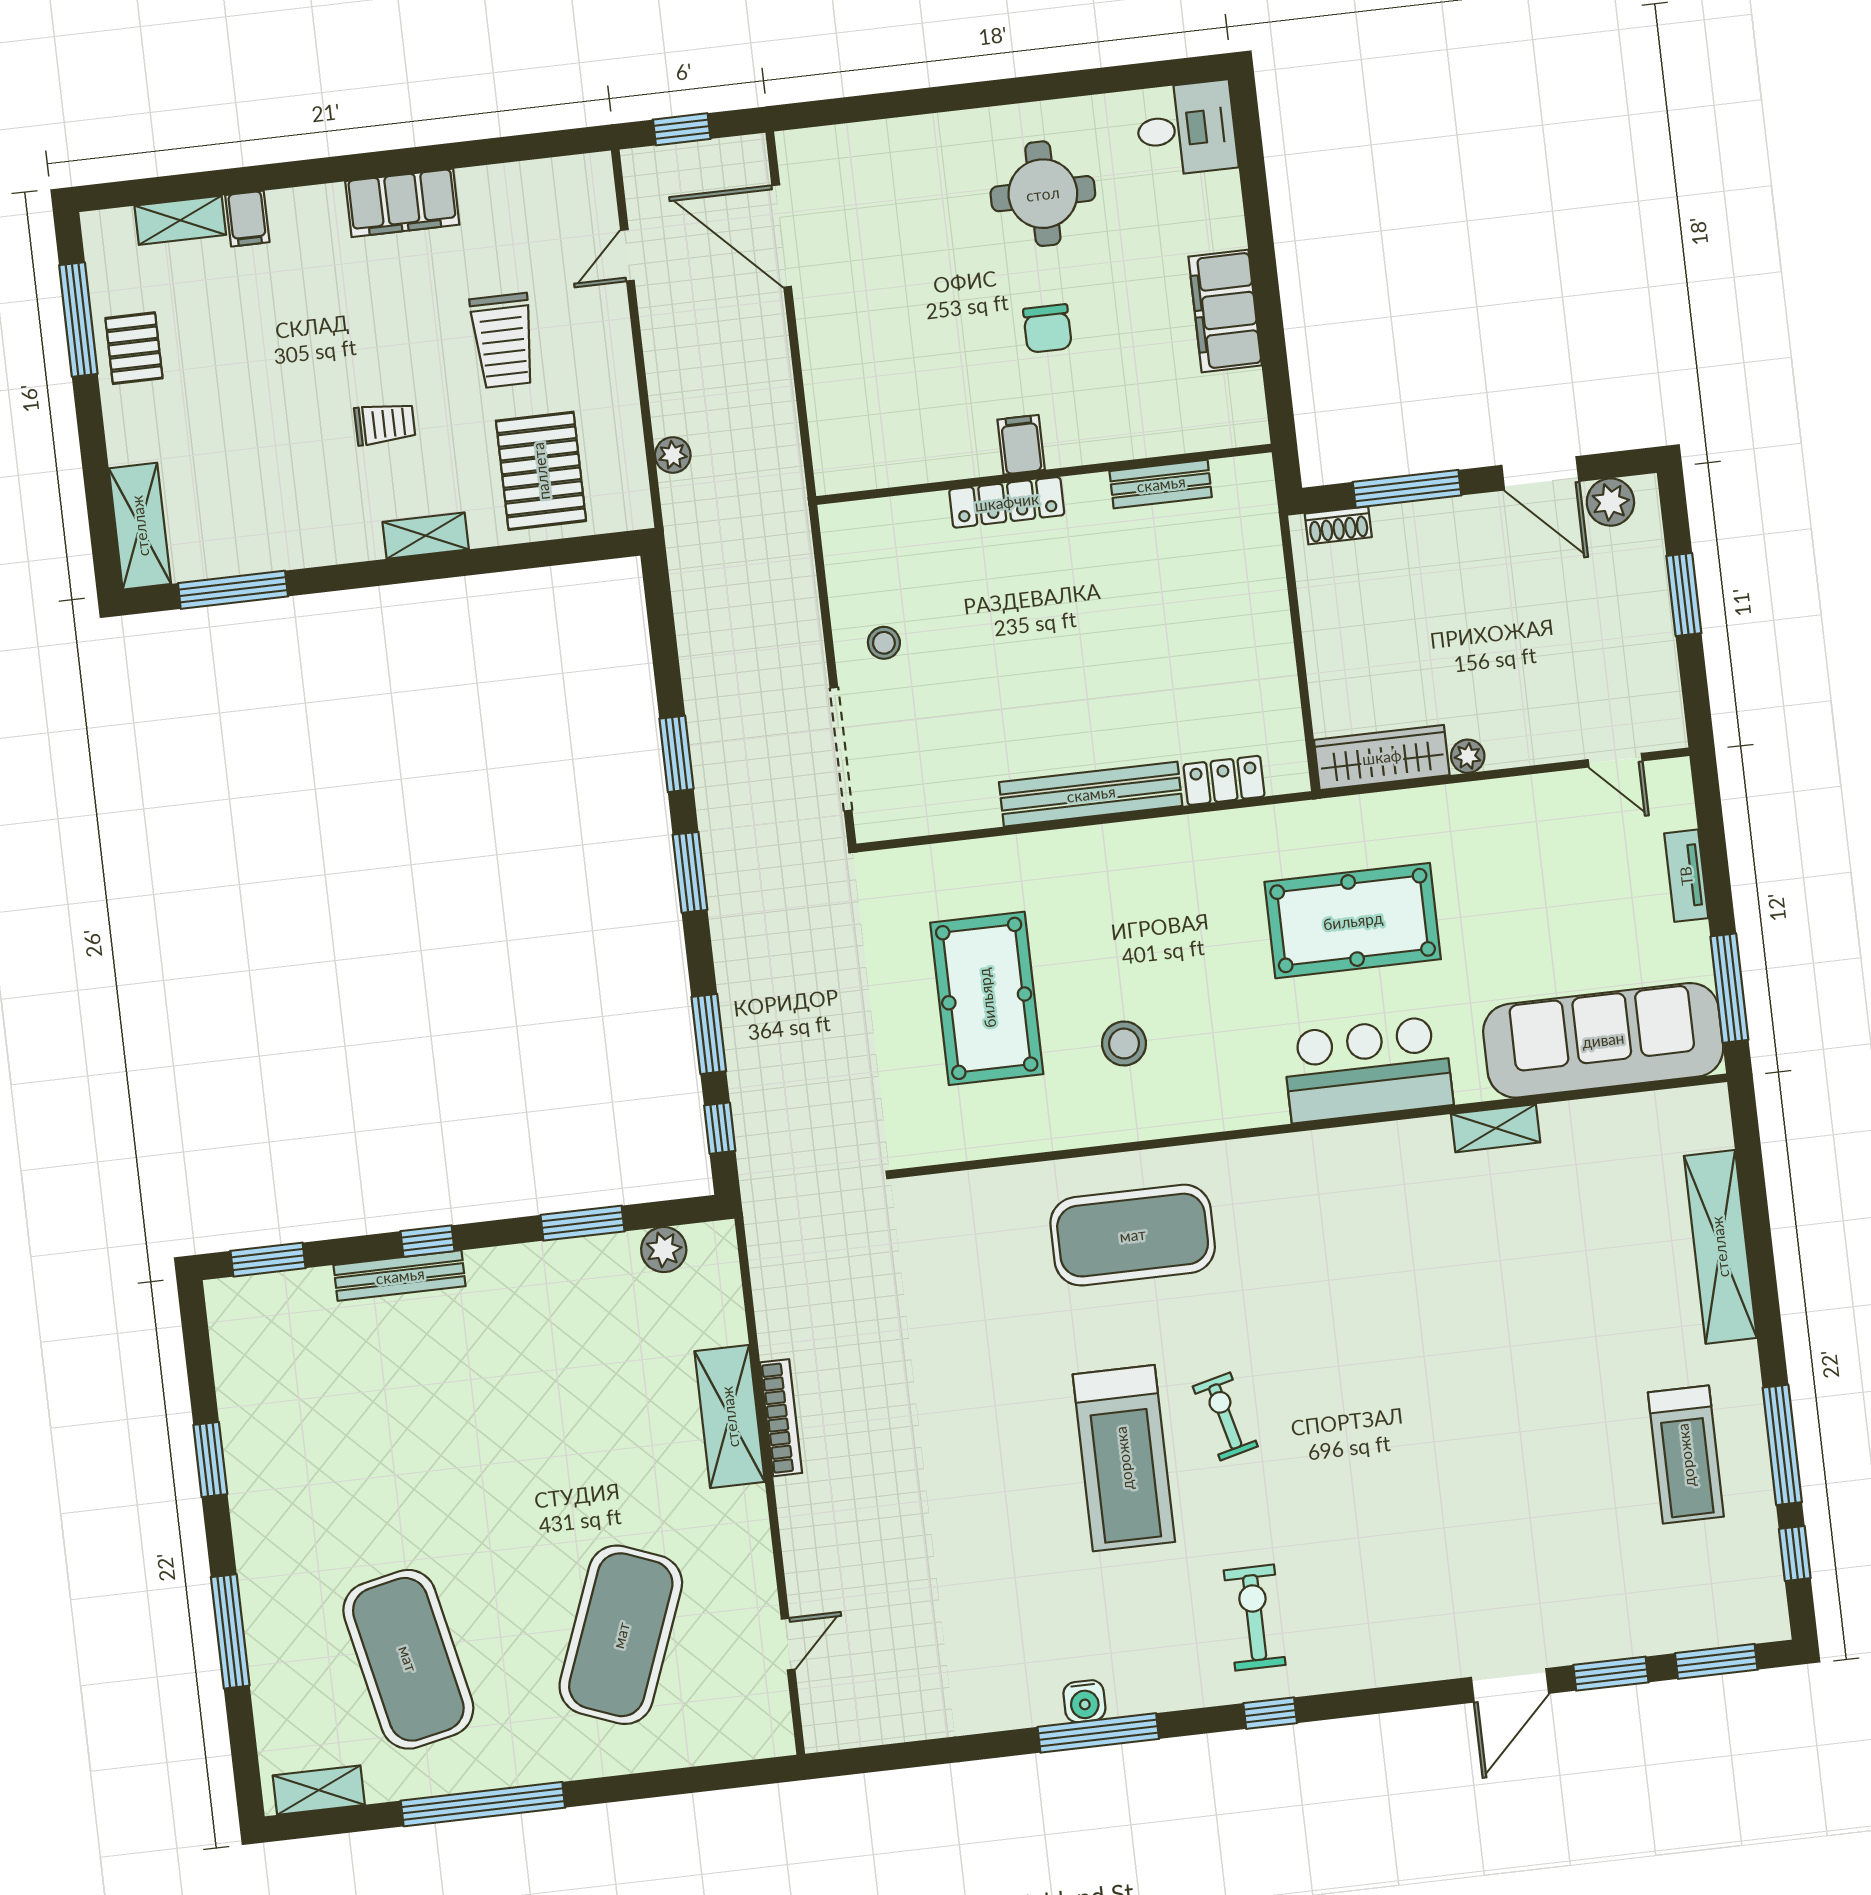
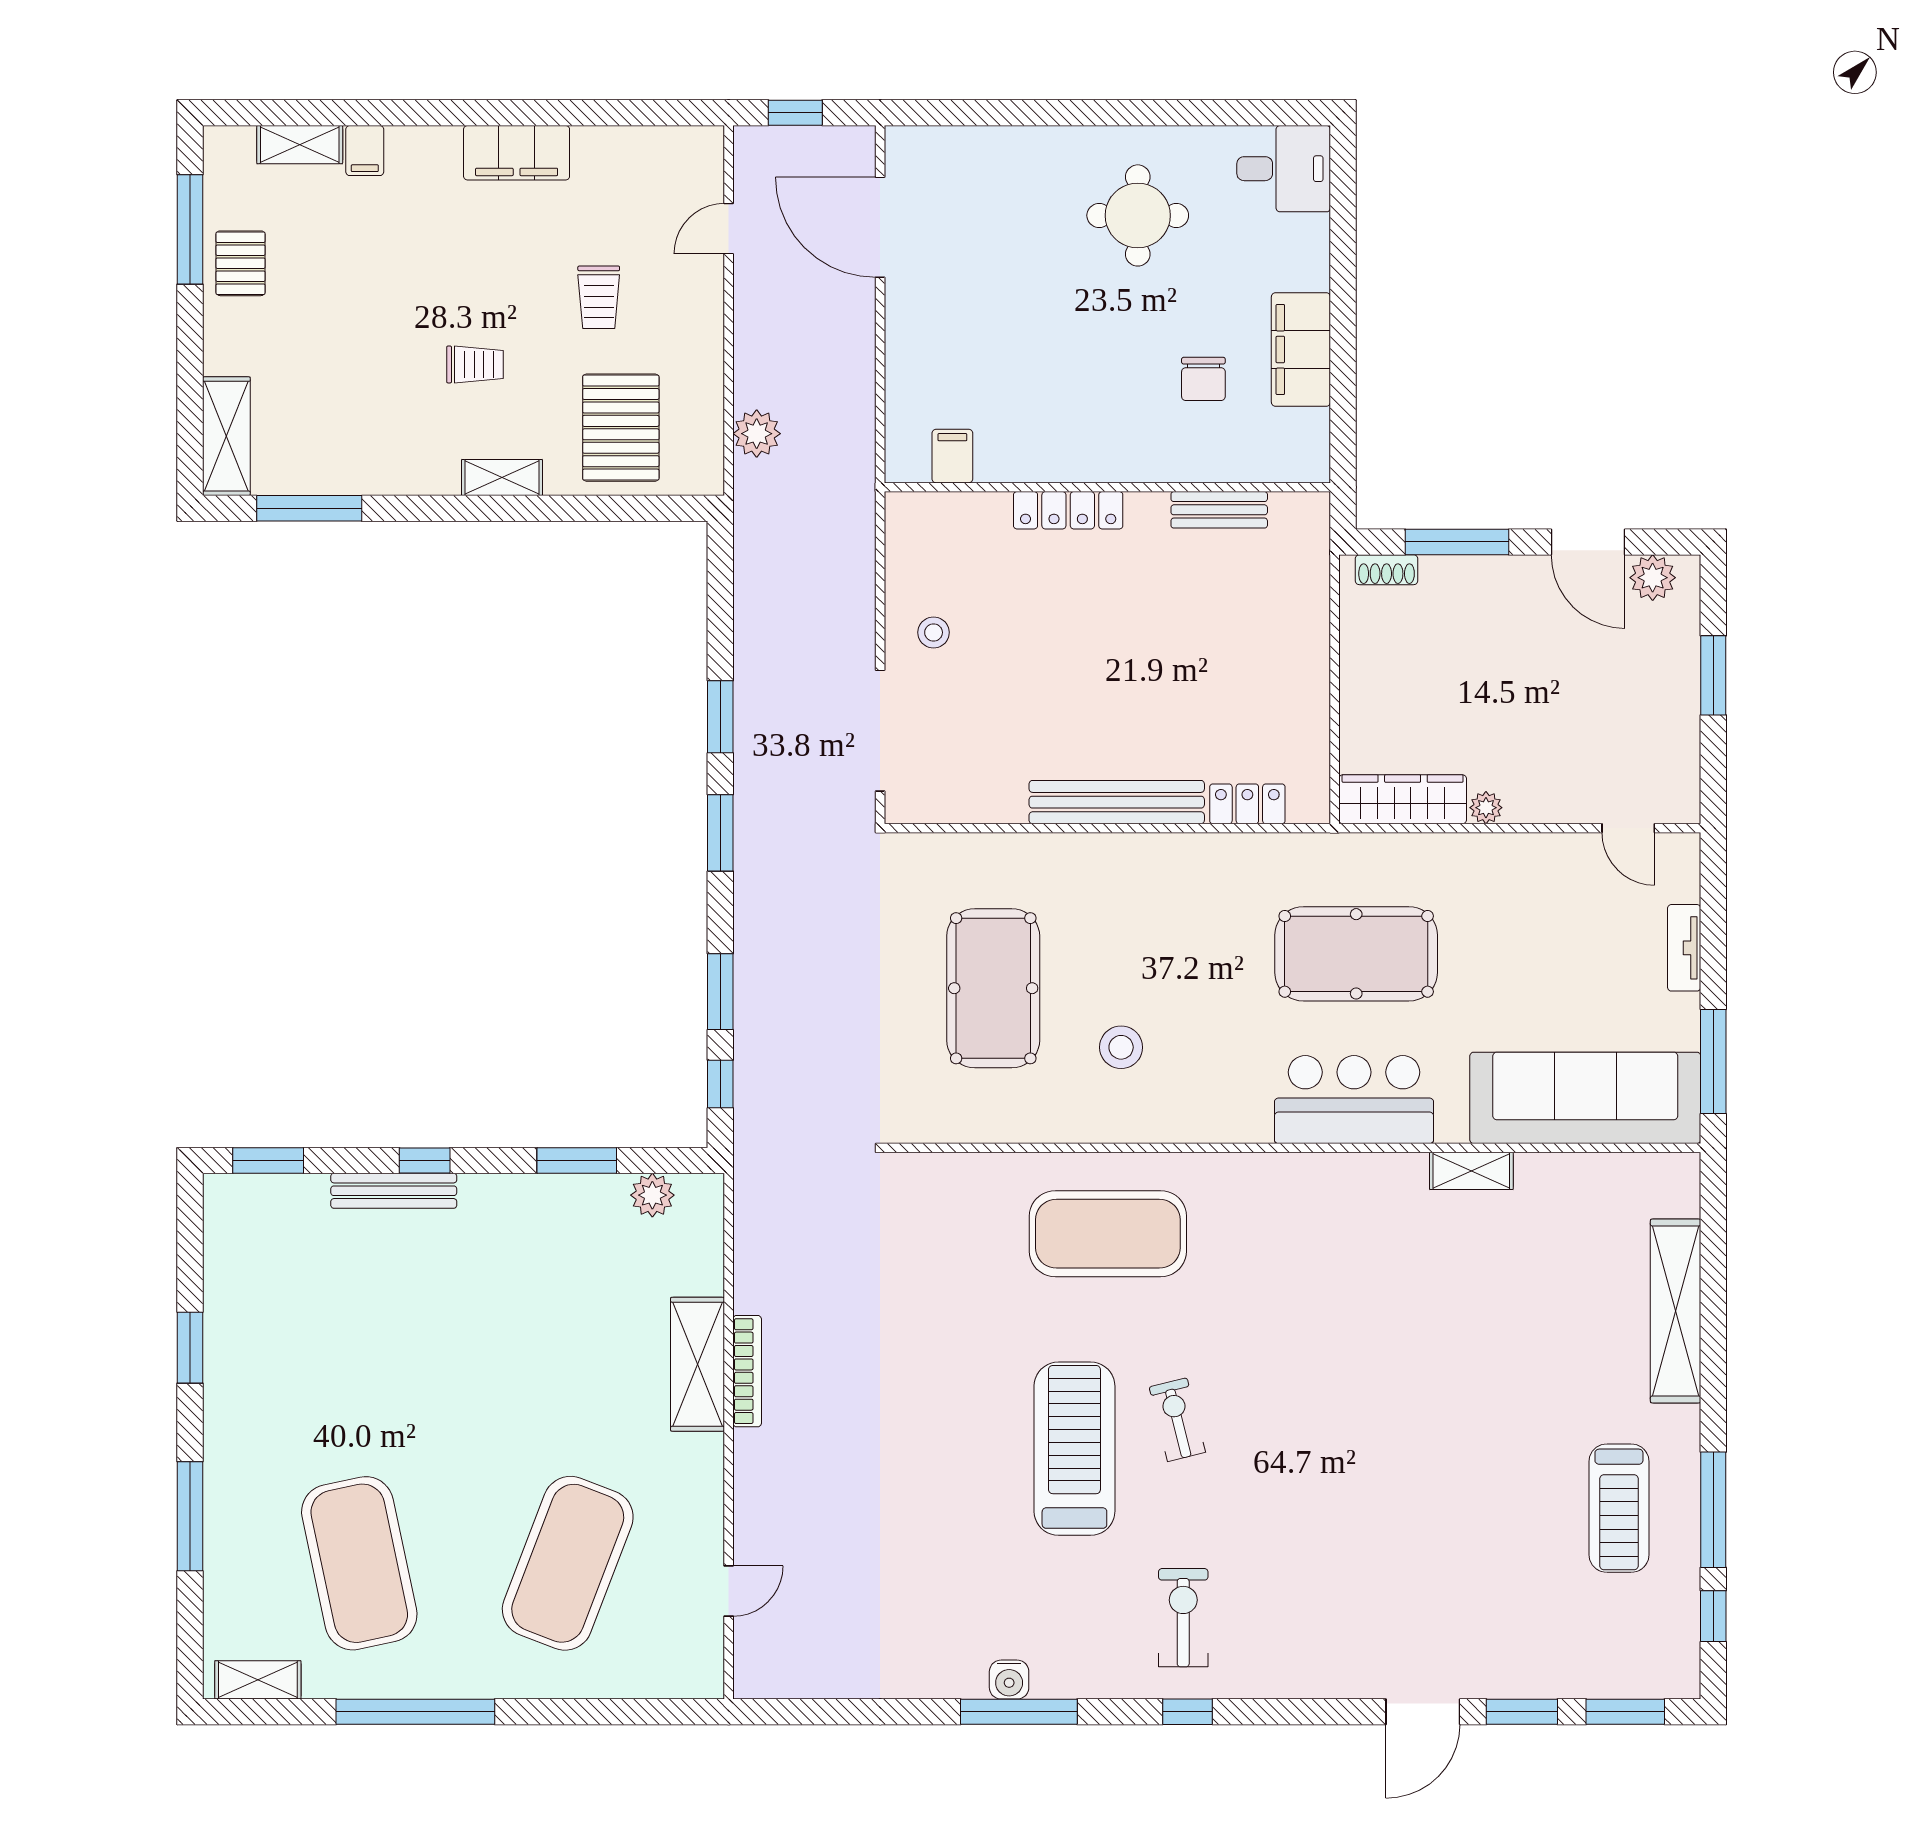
chair: (1047, 328) -> (1203, 379), moved
trolley: (503, 341) -> (599, 297), width x0.73, depth x0.72
filing cabinet: (1021, 445) -> (952, 456), moved
plant: (673, 455) -> (757, 434), width x1.38, depth x1.38
treadmill: (1124, 1458) -> (1074, 1449), turned 180

